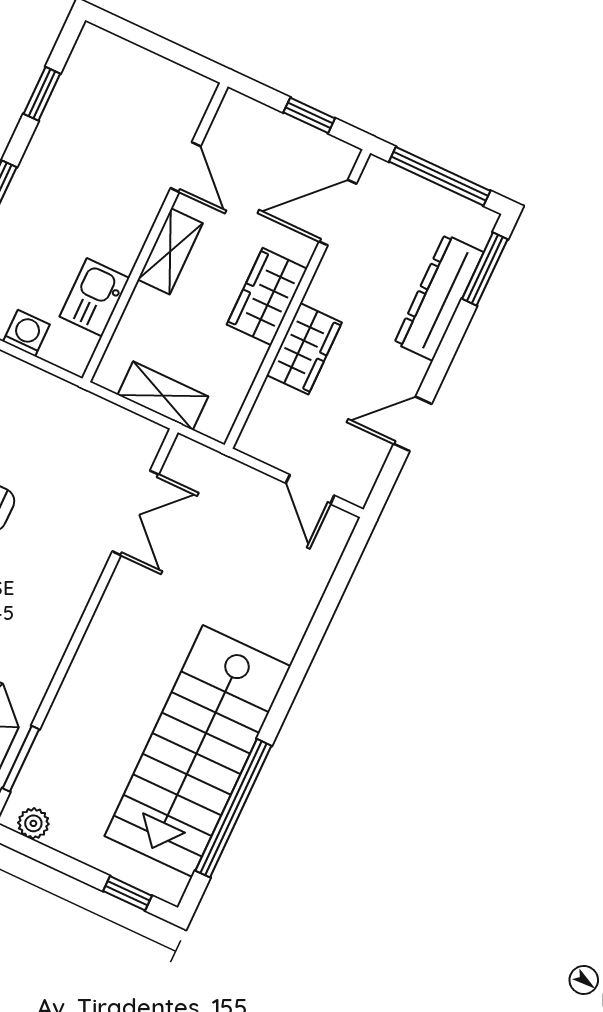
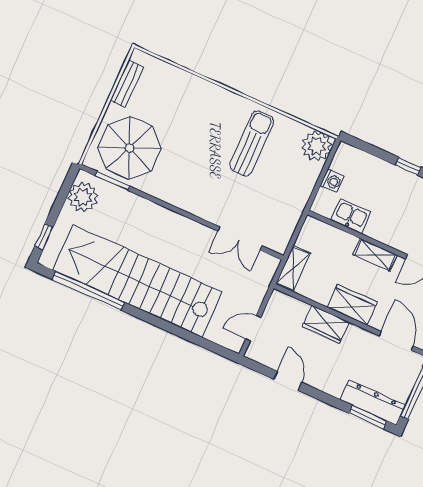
dresser: (439, 298) -> (373, 402), moved
shelving: (163, 396) -> (293, 269), moved
stairs: (198, 751) -> (138, 281), width x1.36
plant: (33, 823) -> (83, 197), width x1.88, depth x1.88

